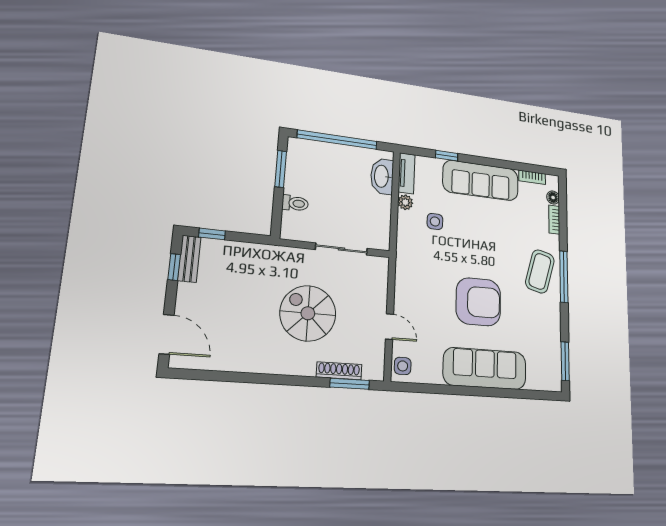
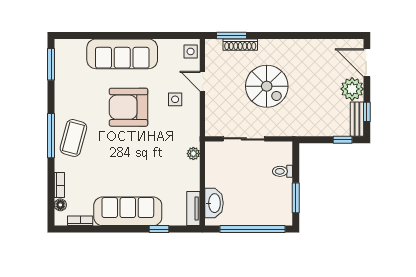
plant: (405, 202) -> (193, 154), moved
side table: (435, 221) -> (175, 99), moved
plant: (192, 300) -> (352, 89), added

